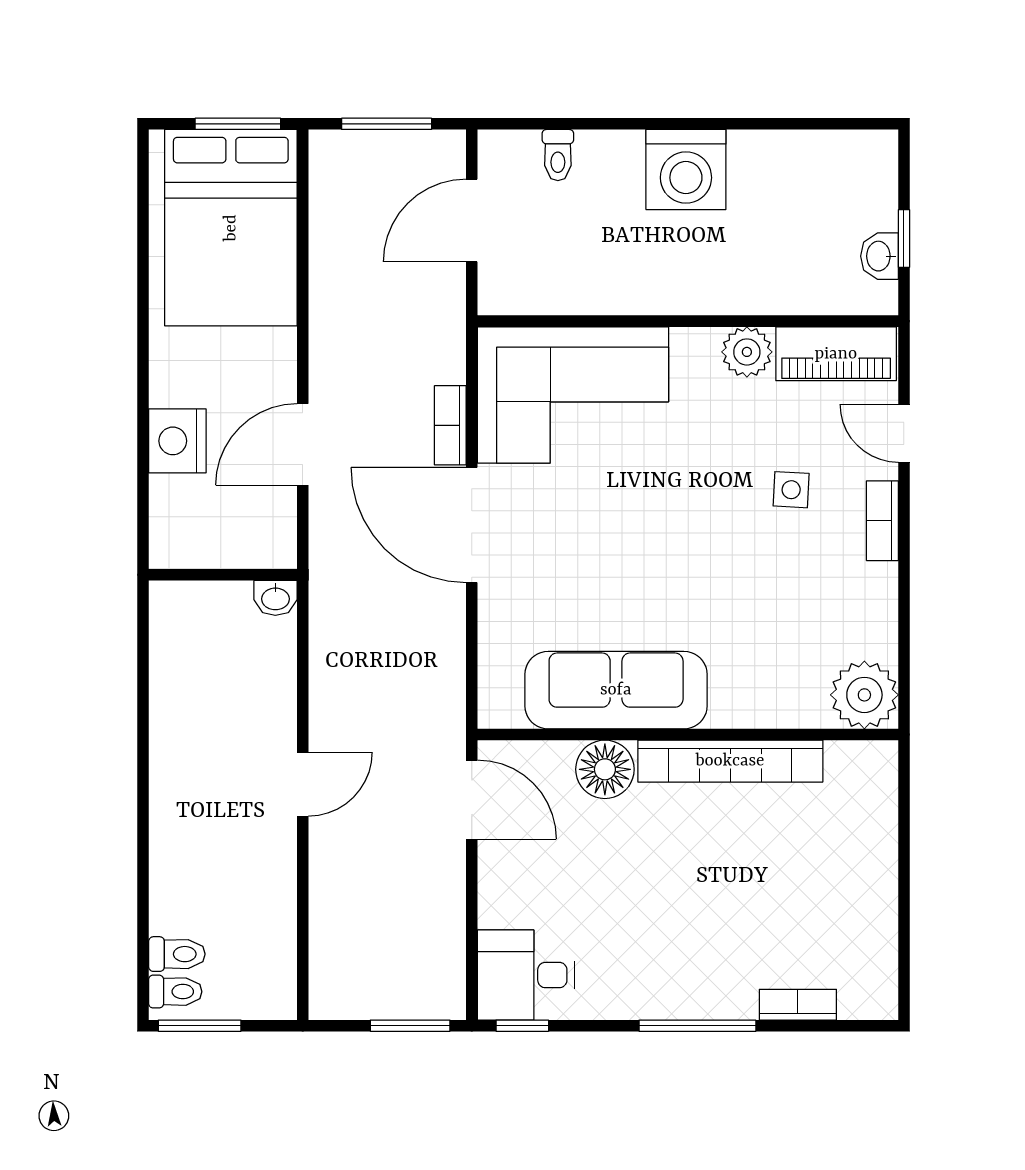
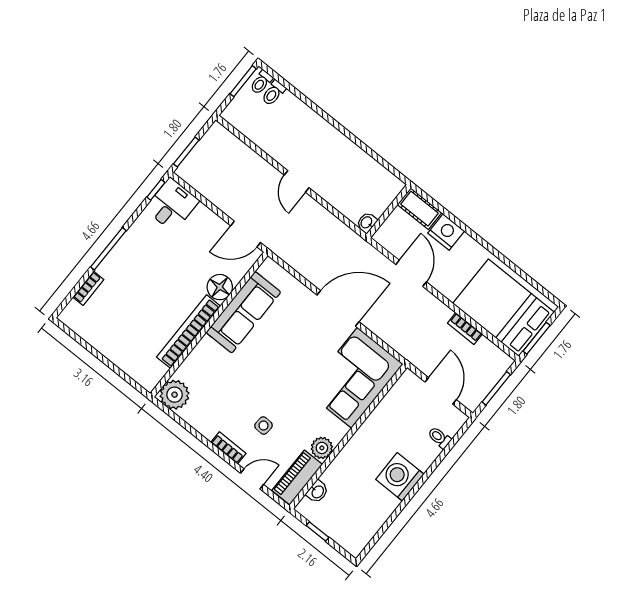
washbasin: (879, 256) -> (317, 492), moved, turned 90
bookcase: (450, 425) -> (465, 329), moved, turned 180
cot: (174, 523) -> (419, 209), added

